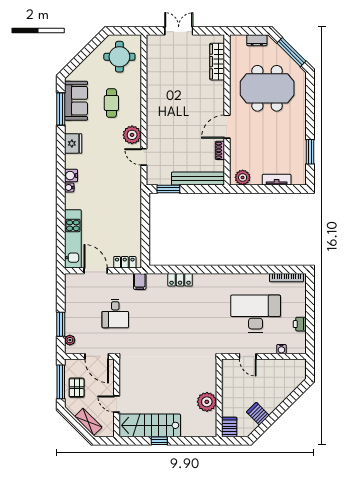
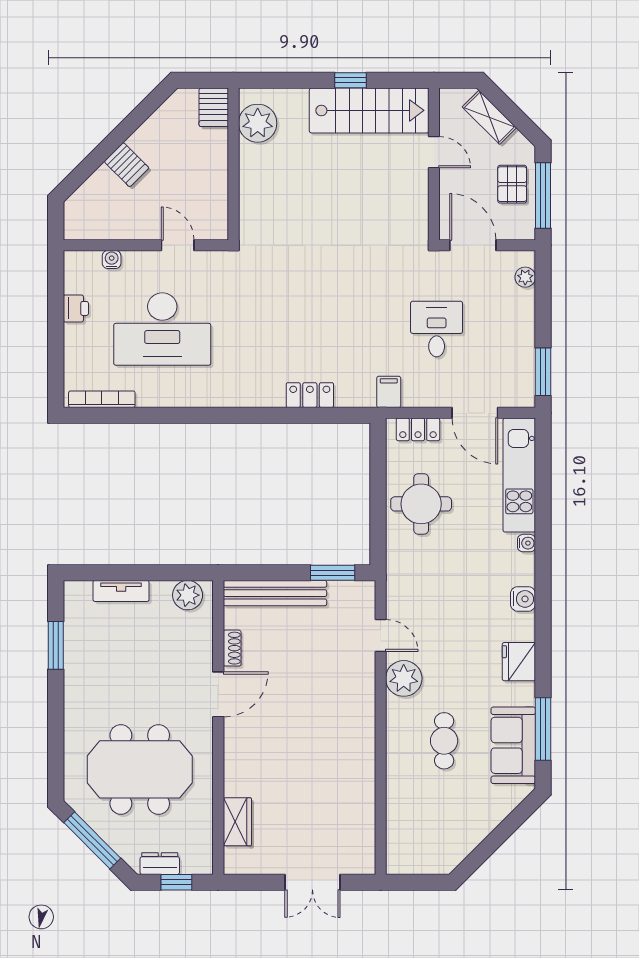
window: (248, 31) -> (176, 882), added
round table: (119, 57) -> (421, 504), moved
wardrobe: (217, 62) -> (237, 822), width x0.67
water cooler: (69, 187) -> (527, 543), moved
window: (61, 324) -> (543, 372), moved
plant: (207, 402) -> (258, 123), moved
server rack: (258, 414) -> (127, 165), moved

